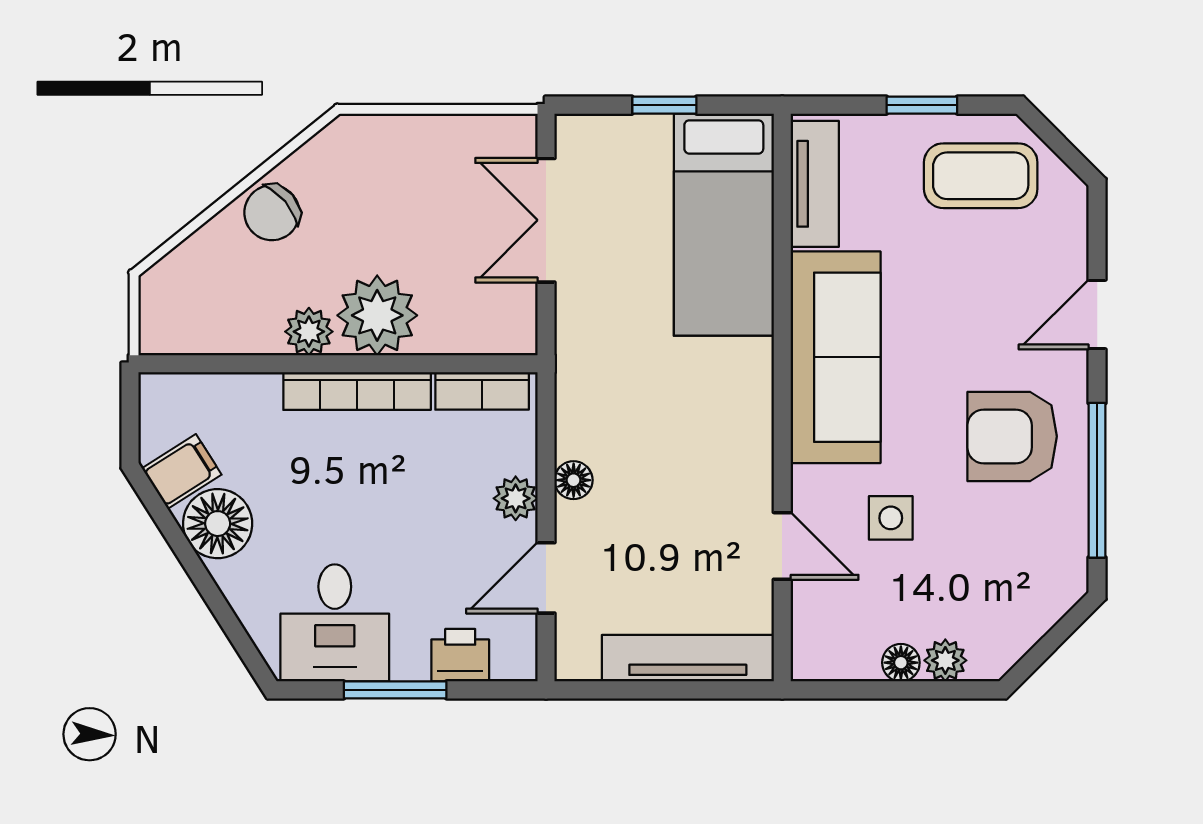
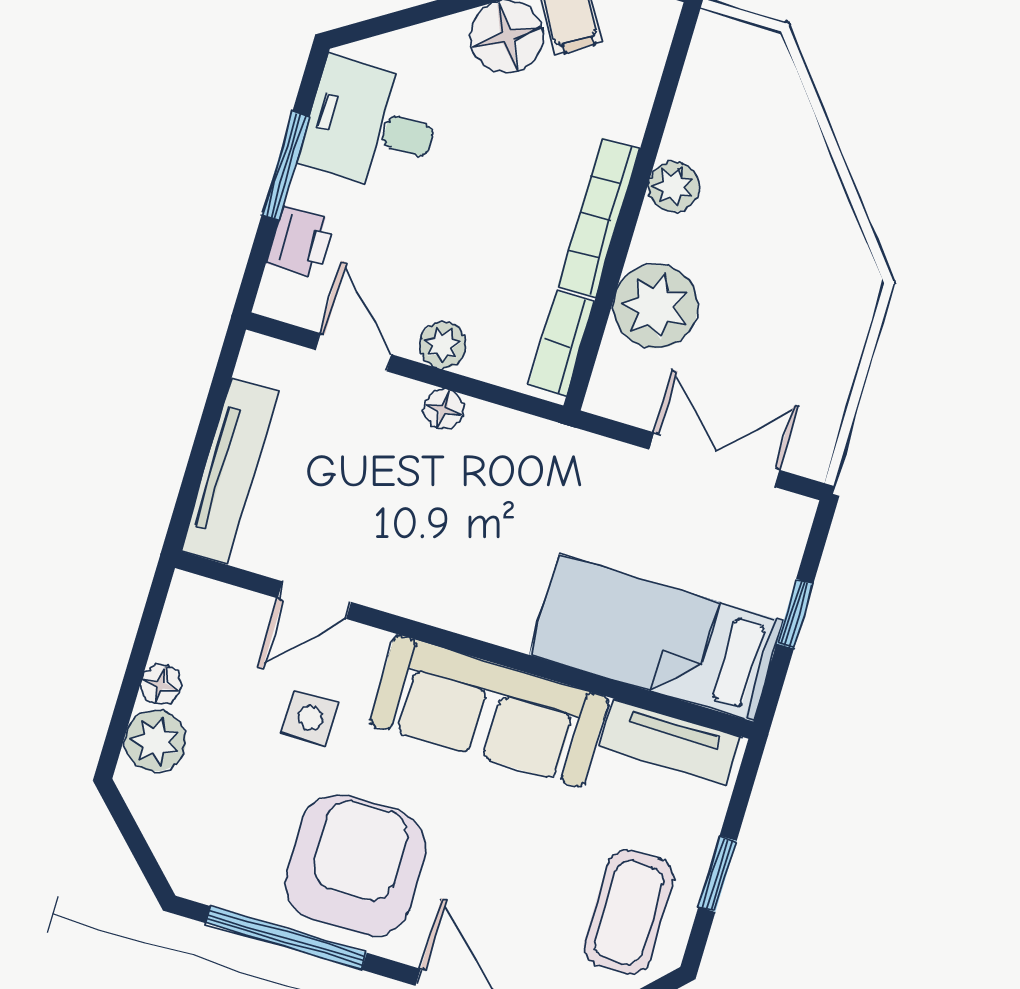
chair: (272, 213) -> (805, 185), removed
plant: (377, 315) -> (656, 306), moved
armchair: (1012, 436) -> (356, 865), width x1.36, depth x1.36
plant: (945, 660) -> (155, 741), width x1.38, depth x1.38

